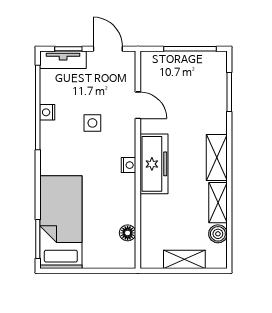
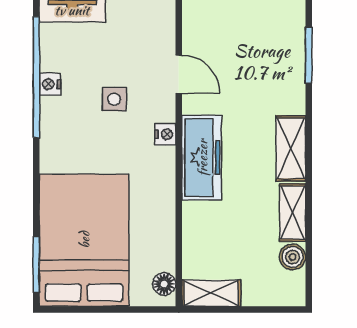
nightstand: (128, 165) -> (165, 134), moved
bed: (61, 222) -> (84, 240), width x1.50
floor lamp: (128, 233) -> (164, 284), moved
shelving: (184, 259) -> (211, 293), moved

